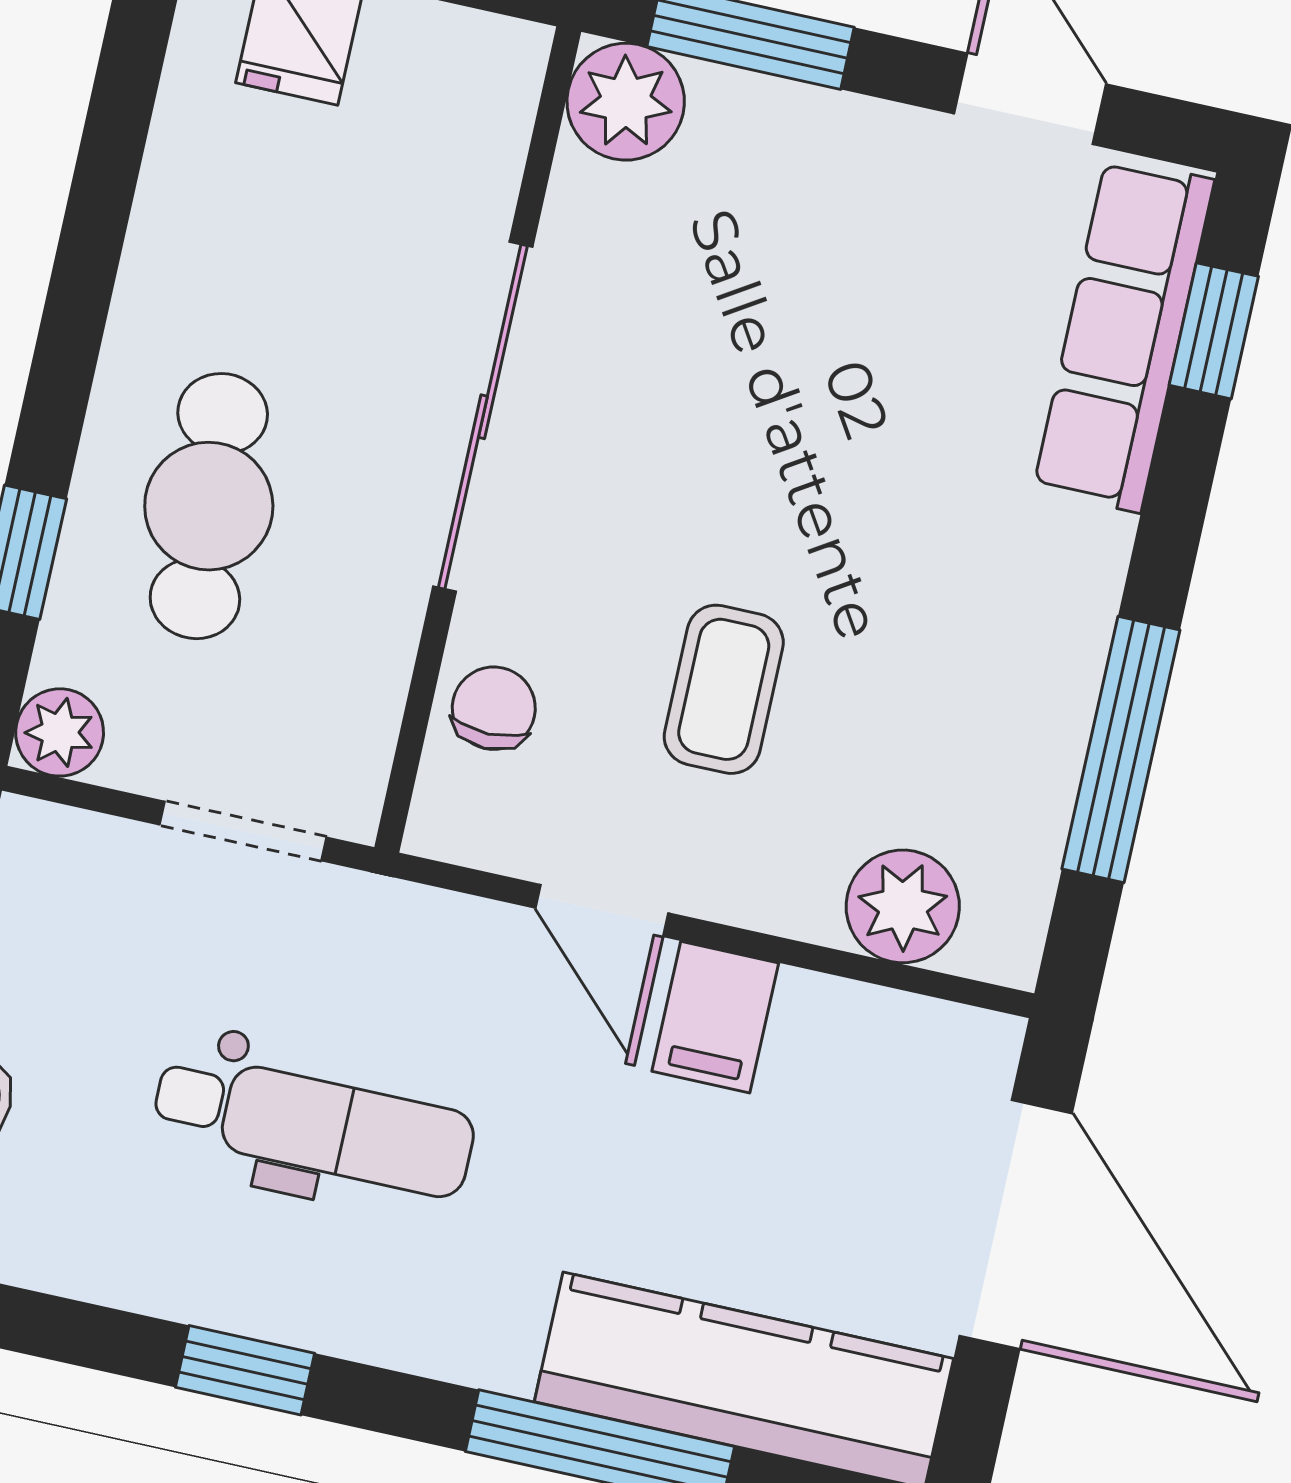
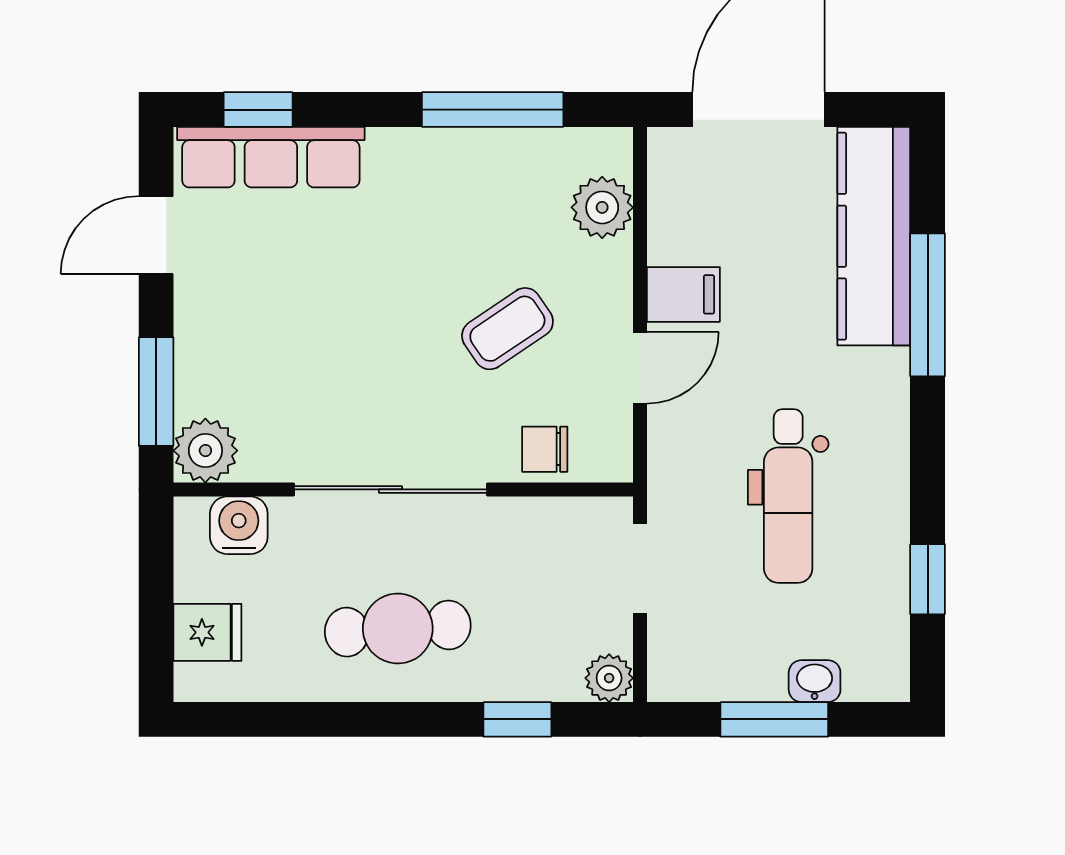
water cooler: (479, 132) -> (239, 525), added
cafe table: (209, 506) -> (398, 629), moved
coffee table: (724, 689) -> (507, 329), turned -34
dental chair: (314, 1124) -> (788, 496), turned 180
window: (245, 1370) -> (928, 579), moved

